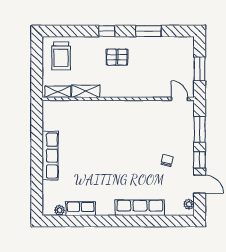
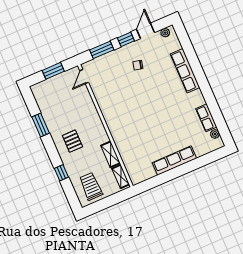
window: (107, 31) -> (61, 173), moved
trolley: (61, 56) -> (91, 186), turned -90

